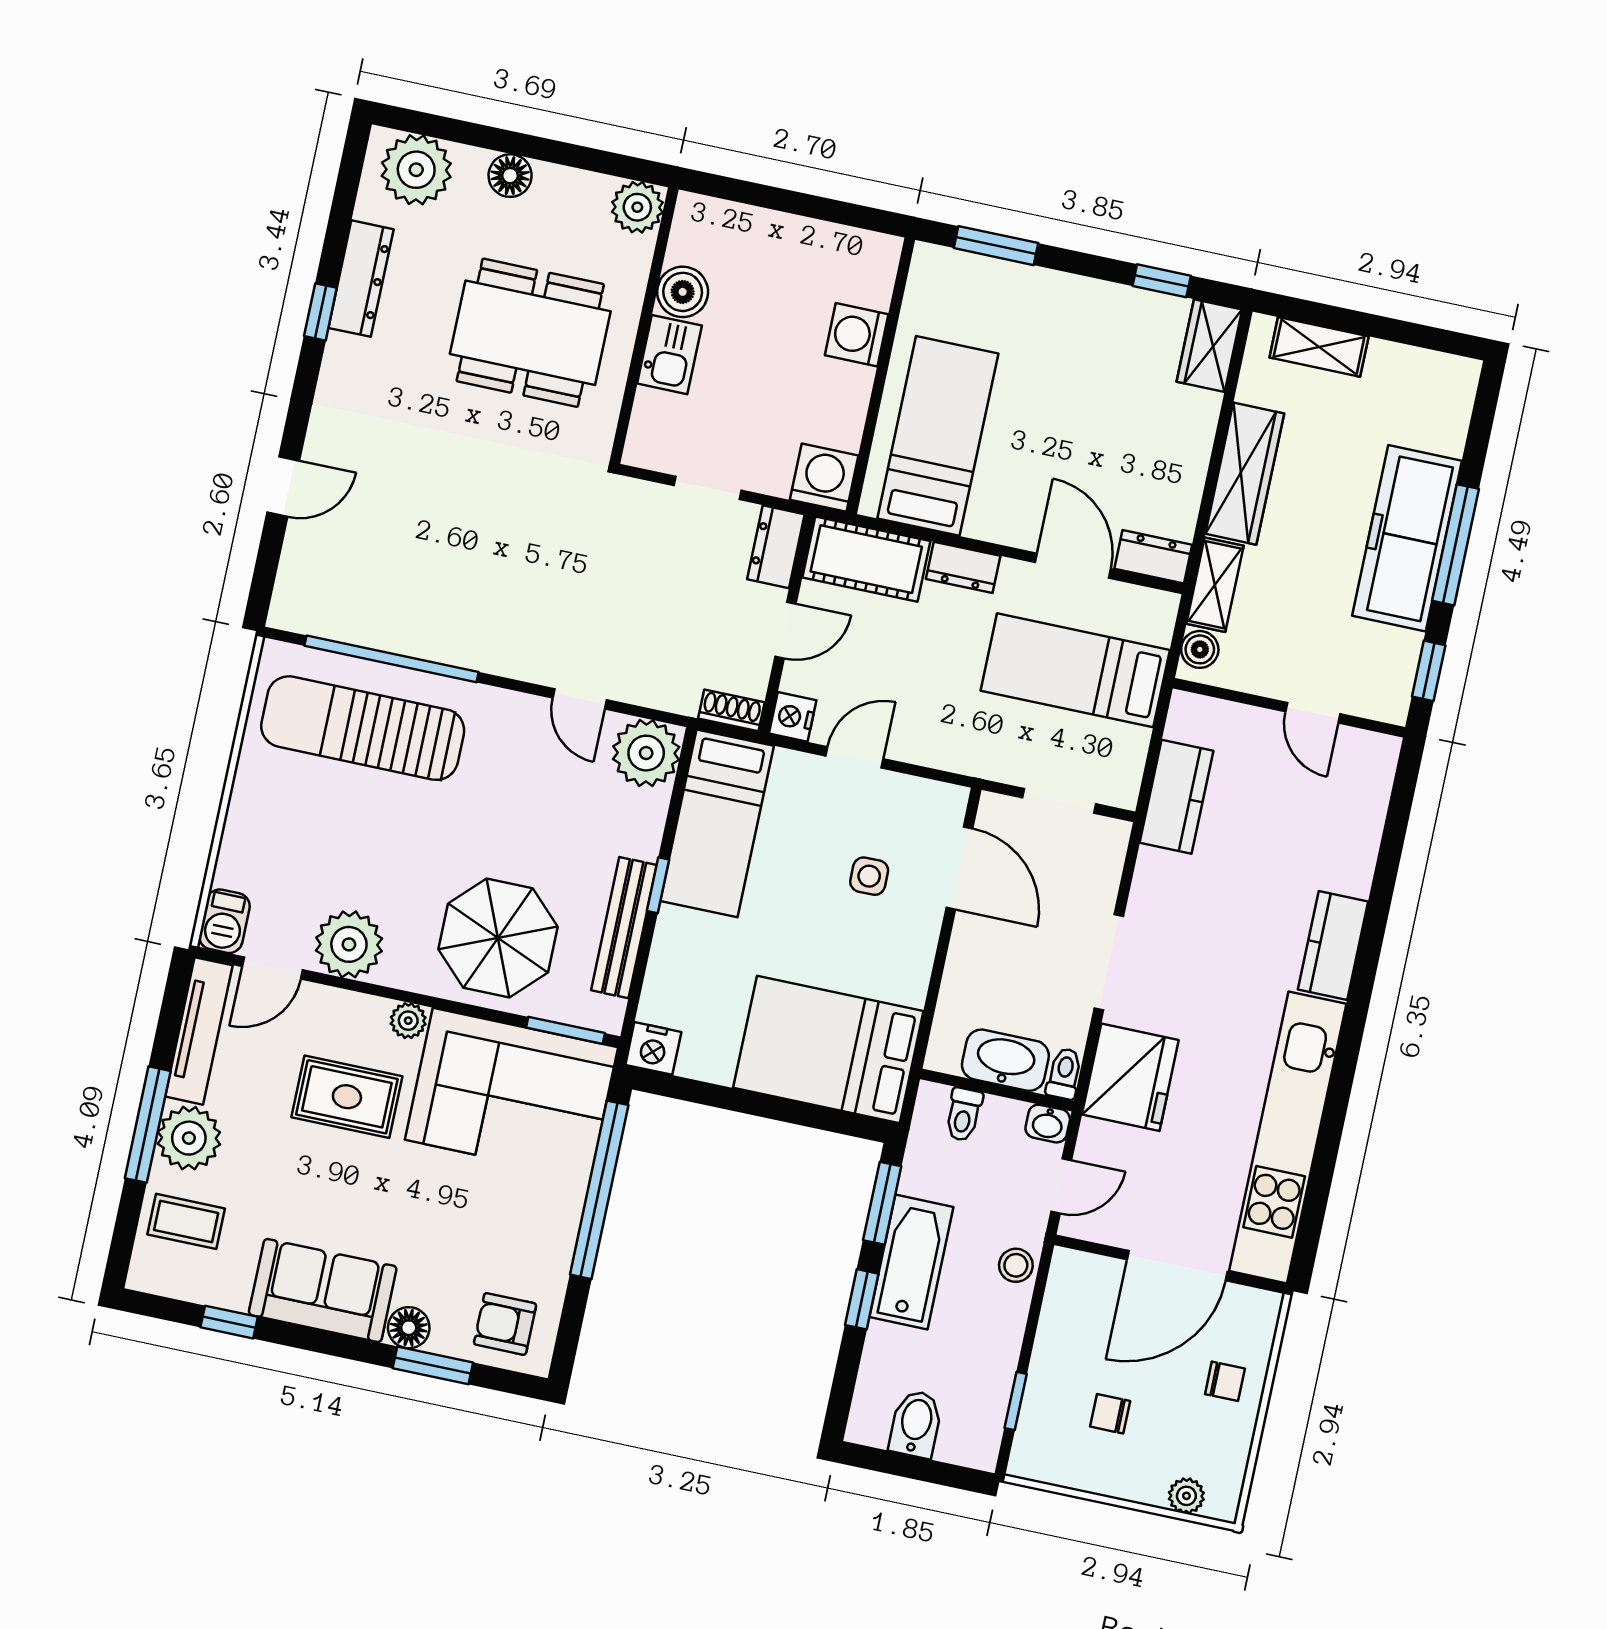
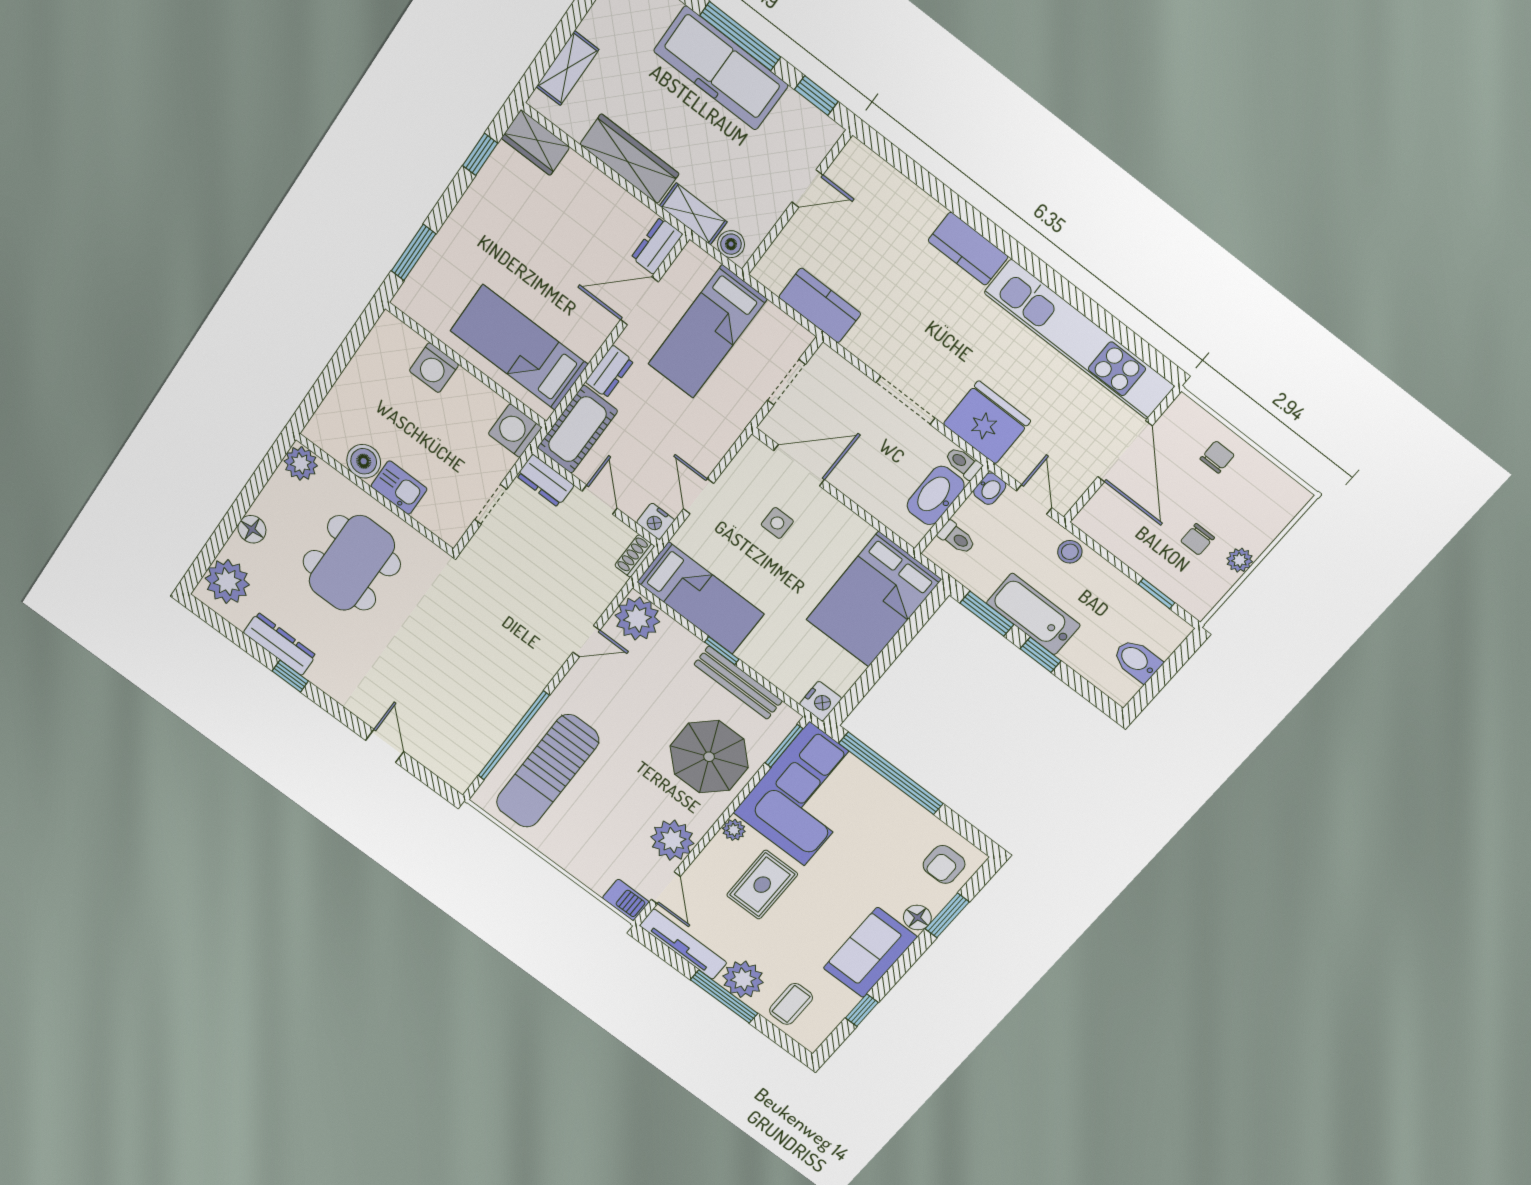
plant: (1186, 1496) -> (1240, 560), moved

